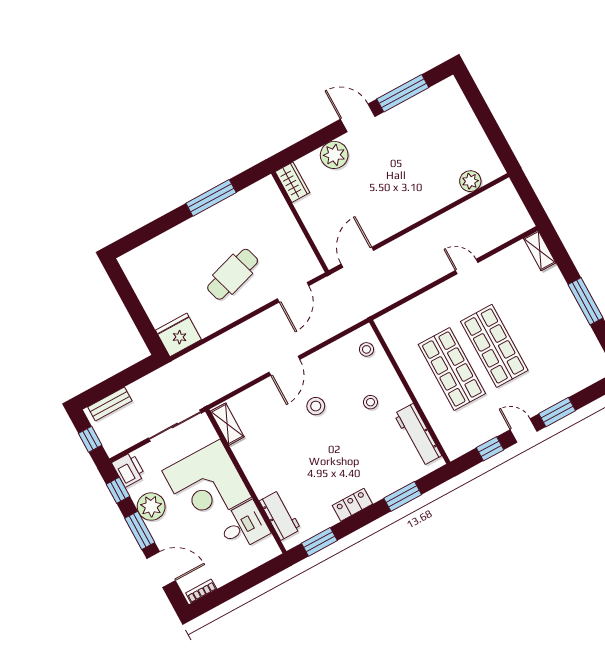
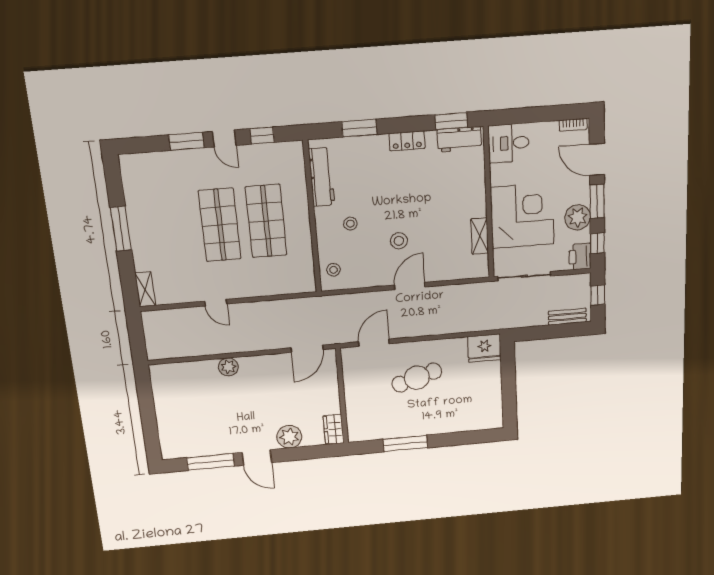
plant: (470, 181) -> (228, 367), moved
shelving: (227, 424) -> (480, 236), moved
workbench: (280, 515) -> (459, 139), moved, turned -90
desk: (243, 526) -> (509, 143), moved

